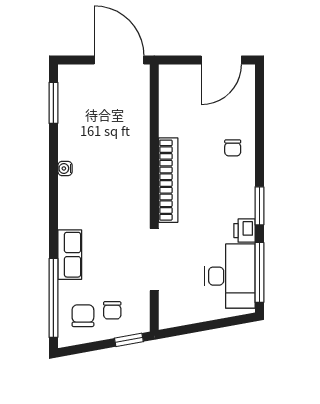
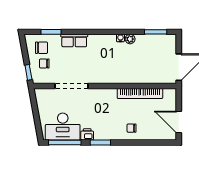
plant: (67, 151) -> (130, 39), added
bookcase: (168, 180) -> (140, 93), moved
window: (53, 298) -> (51, 32), width x0.47

